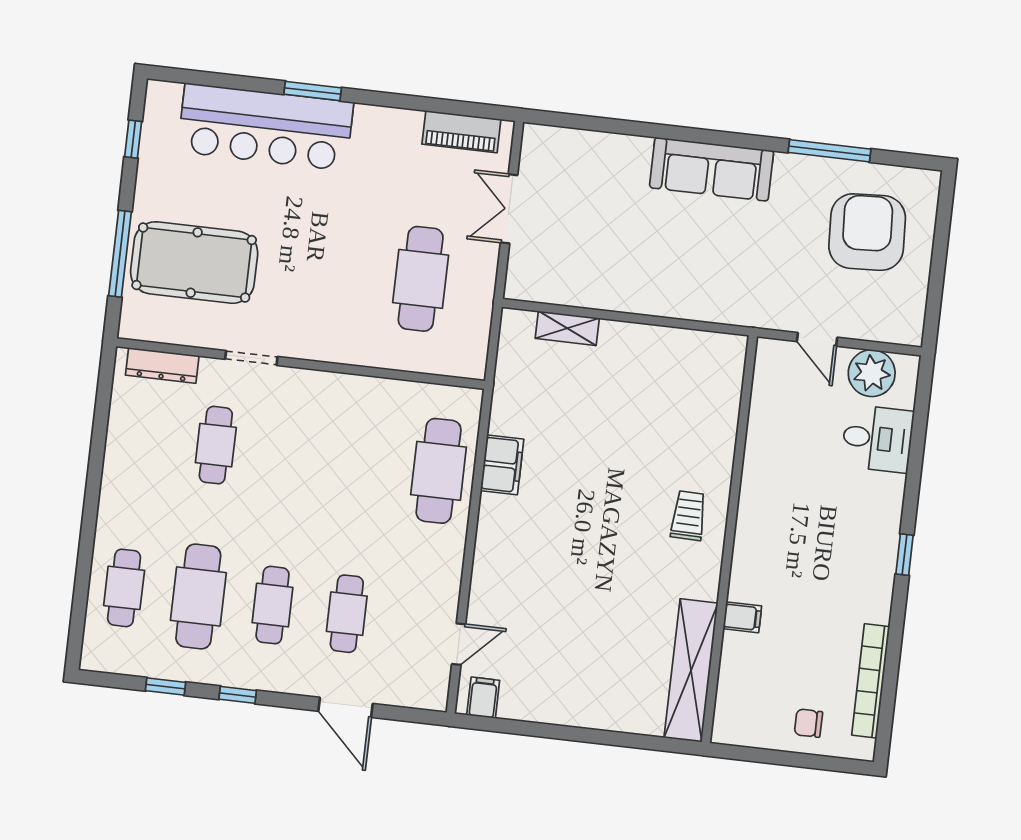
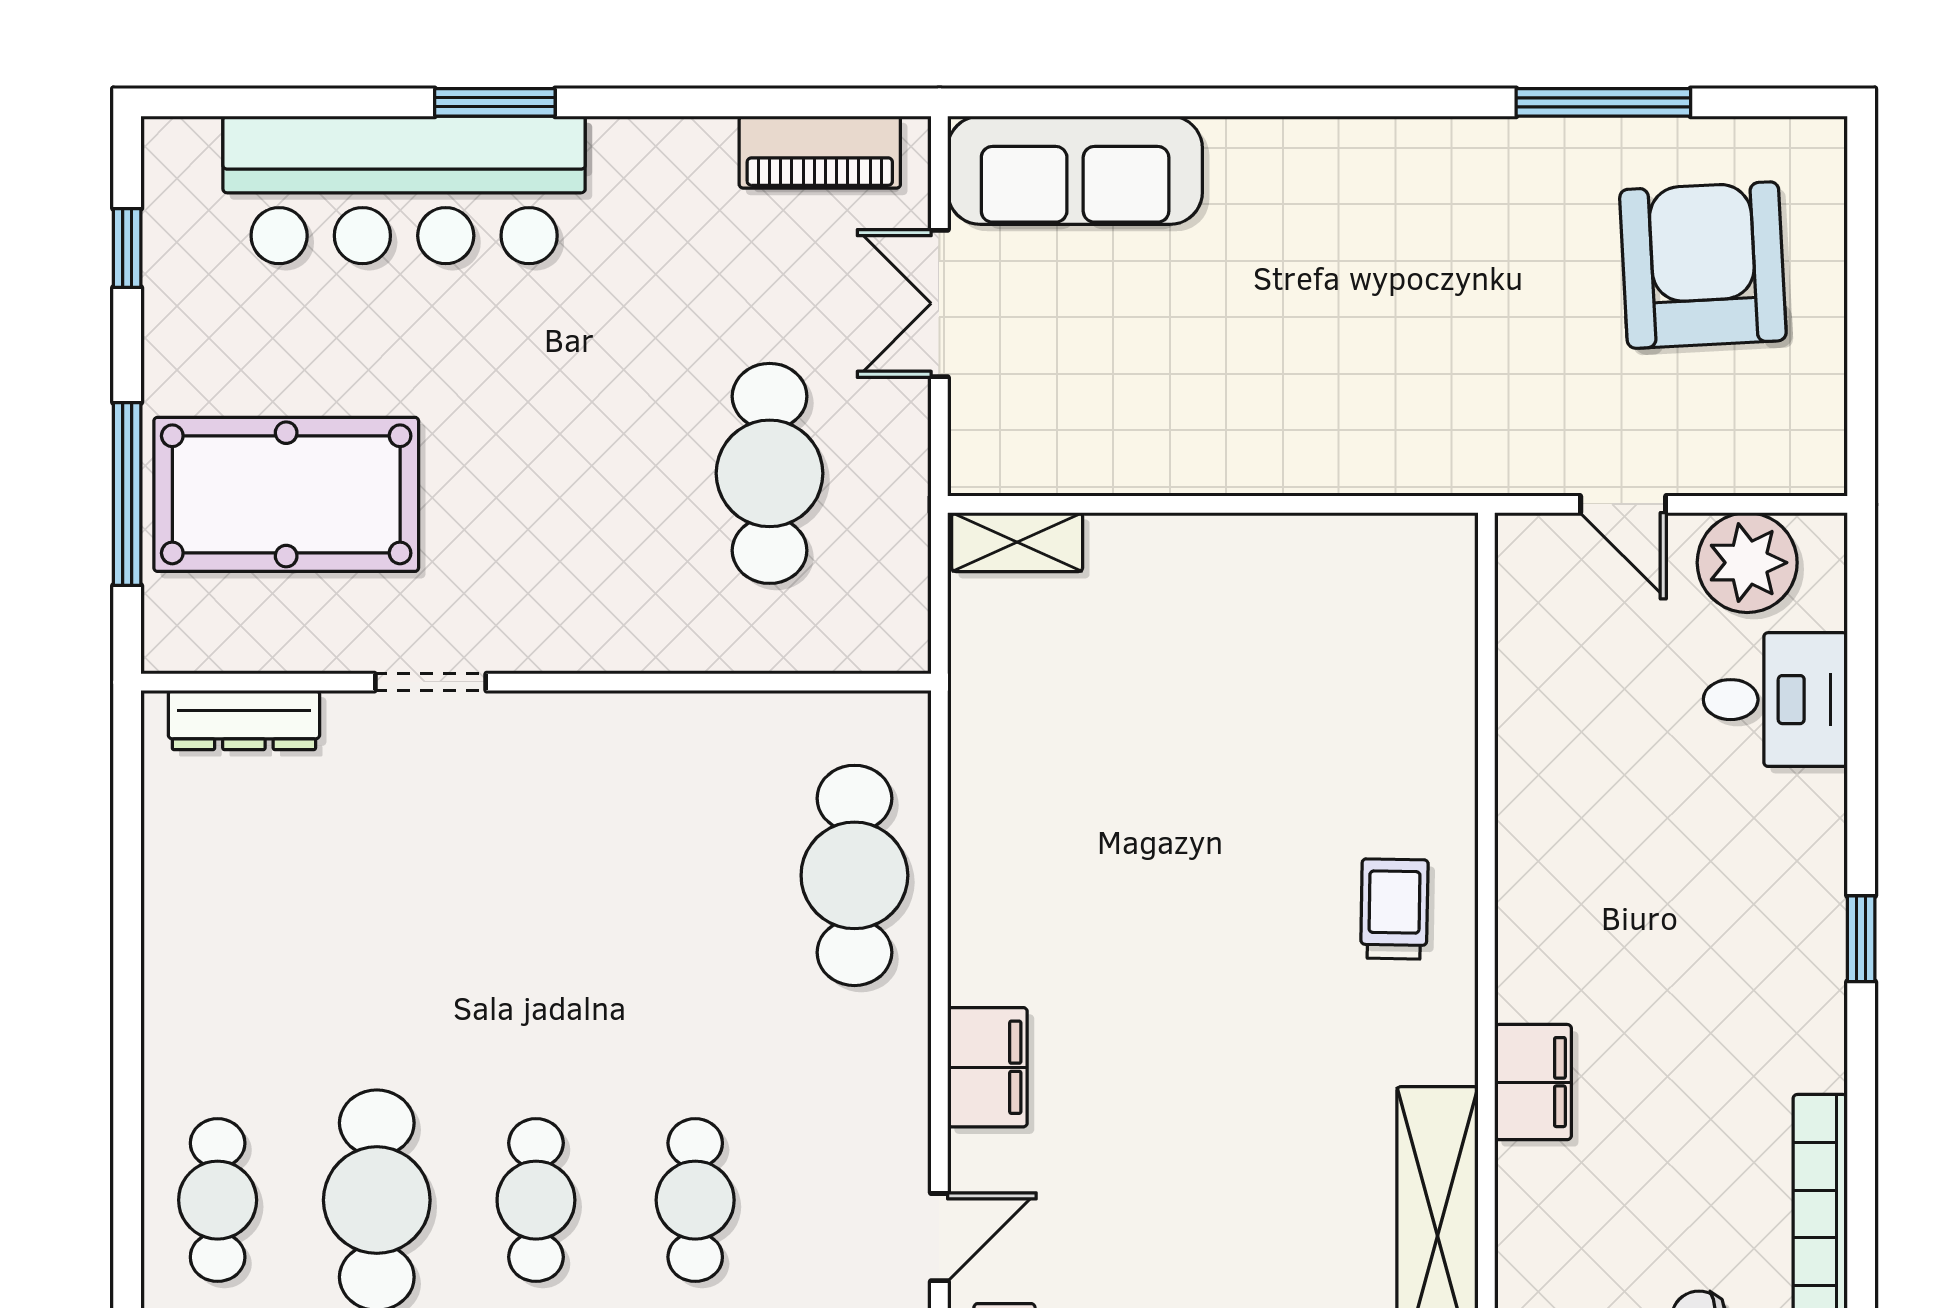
sofa: (712, 169) -> (1075, 170), moved
shelving: (567, 328) -> (1017, 542), moved
cafe table: (216, 445) -> (377, 875), removed
filing cabinet: (502, 465) -> (987, 1067), moved
filing cabinet: (742, 617) -> (1533, 1082), width x2.00

